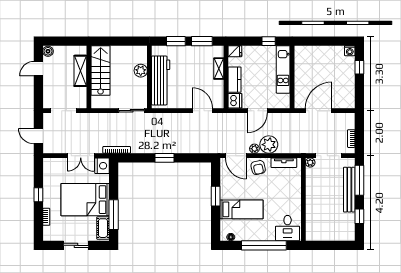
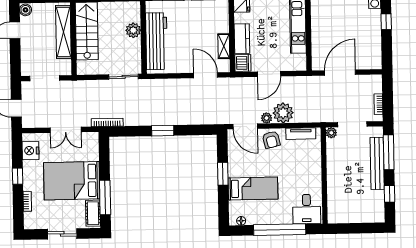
shelving: (219, 69) -> (224, 46), moved
shelving: (80, 71) -> (63, 32), width x1.47
nightstand: (102, 166) -> (31, 151), moved, turned 180

